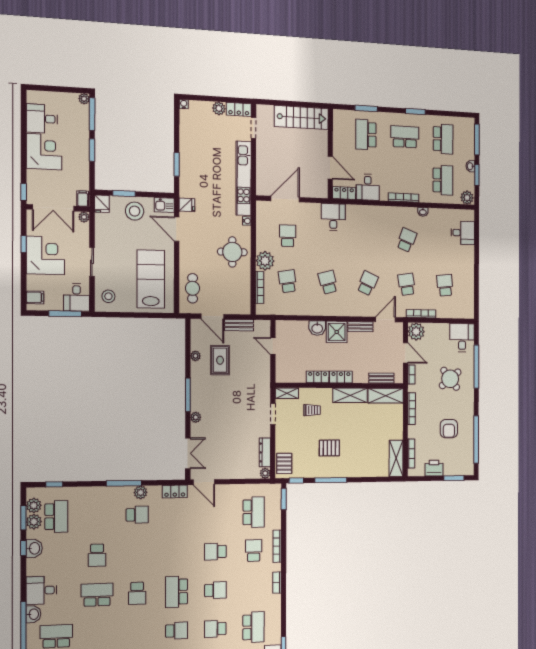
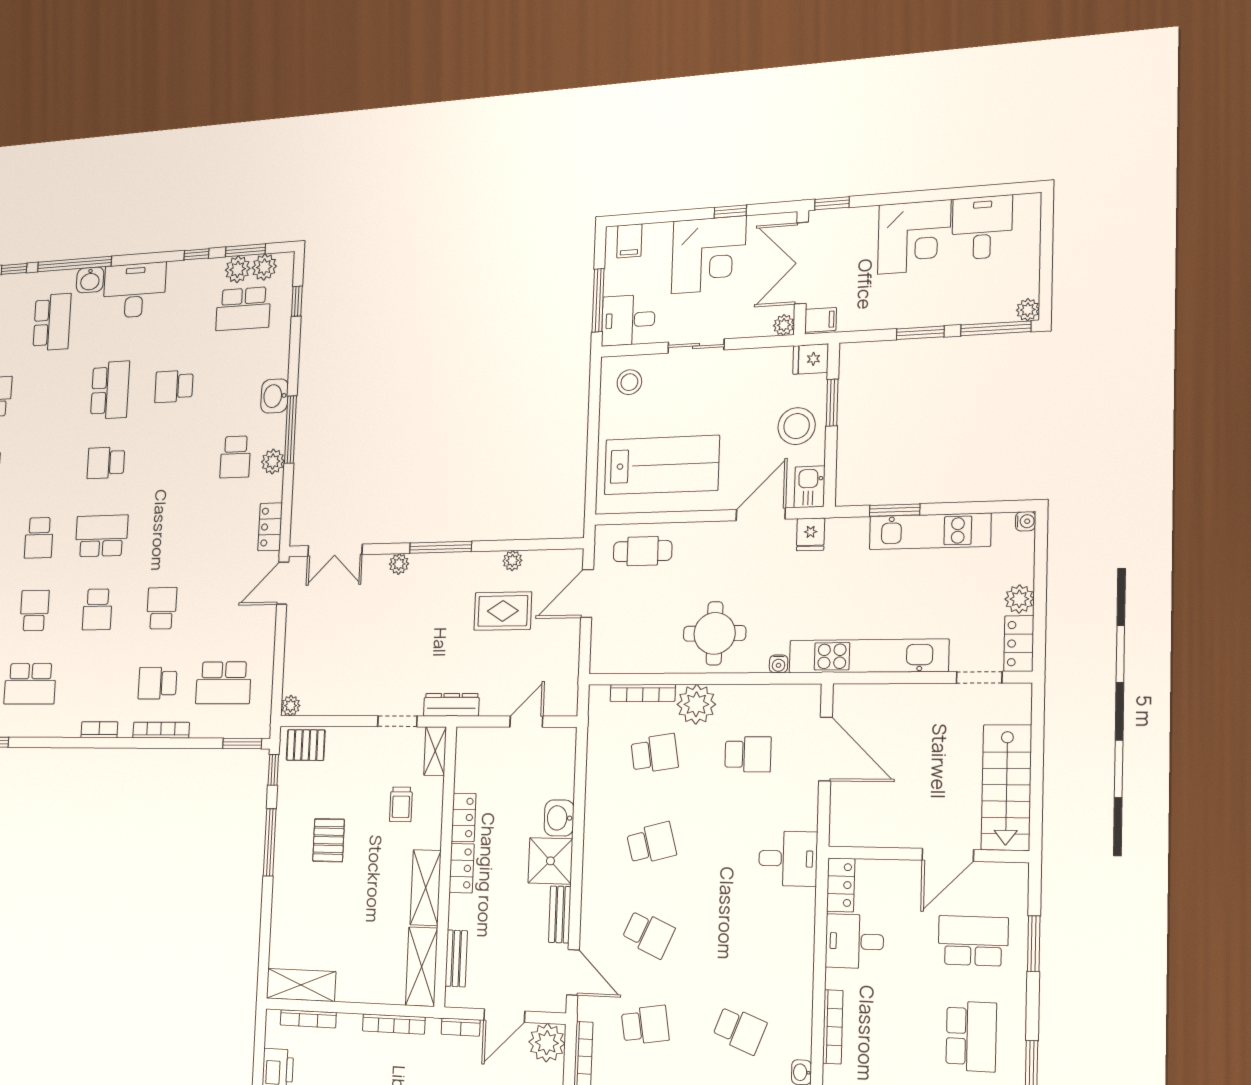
kitchen unit: (187, 148) -> (930, 531), added
door: (330, 168) -> (948, 855), moved
bench: (239, 325) -> (569, 650), removed
dresser: (265, 452) -> (451, 705), moved
washbasin: (34, 548) -> (275, 396), moved, turned 90
school desk: (254, 550) -> (157, 683), turned 180
desk: (41, 590) -> (134, 290), width x1.37

